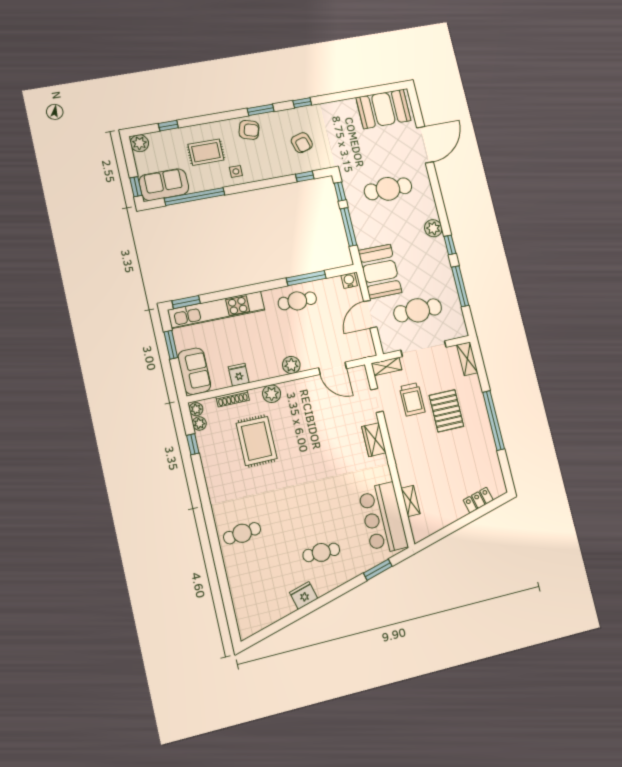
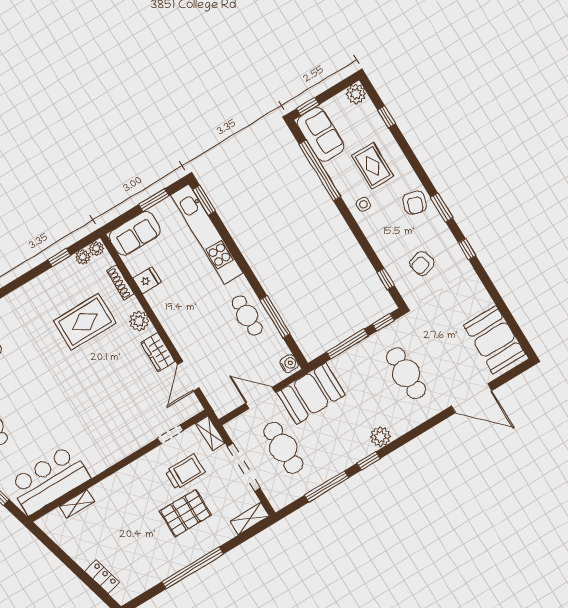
plant: (291, 365) -> (177, 332), removed
trolley: (412, 399) -> (185, 472), turned 180
wardrobe: (374, 440) -> (158, 352), moved, turned -90

